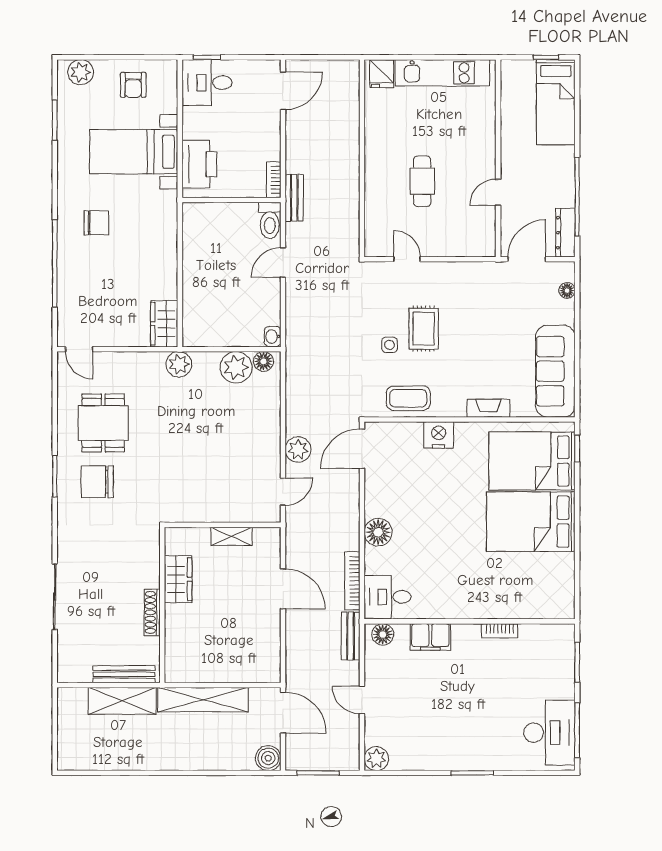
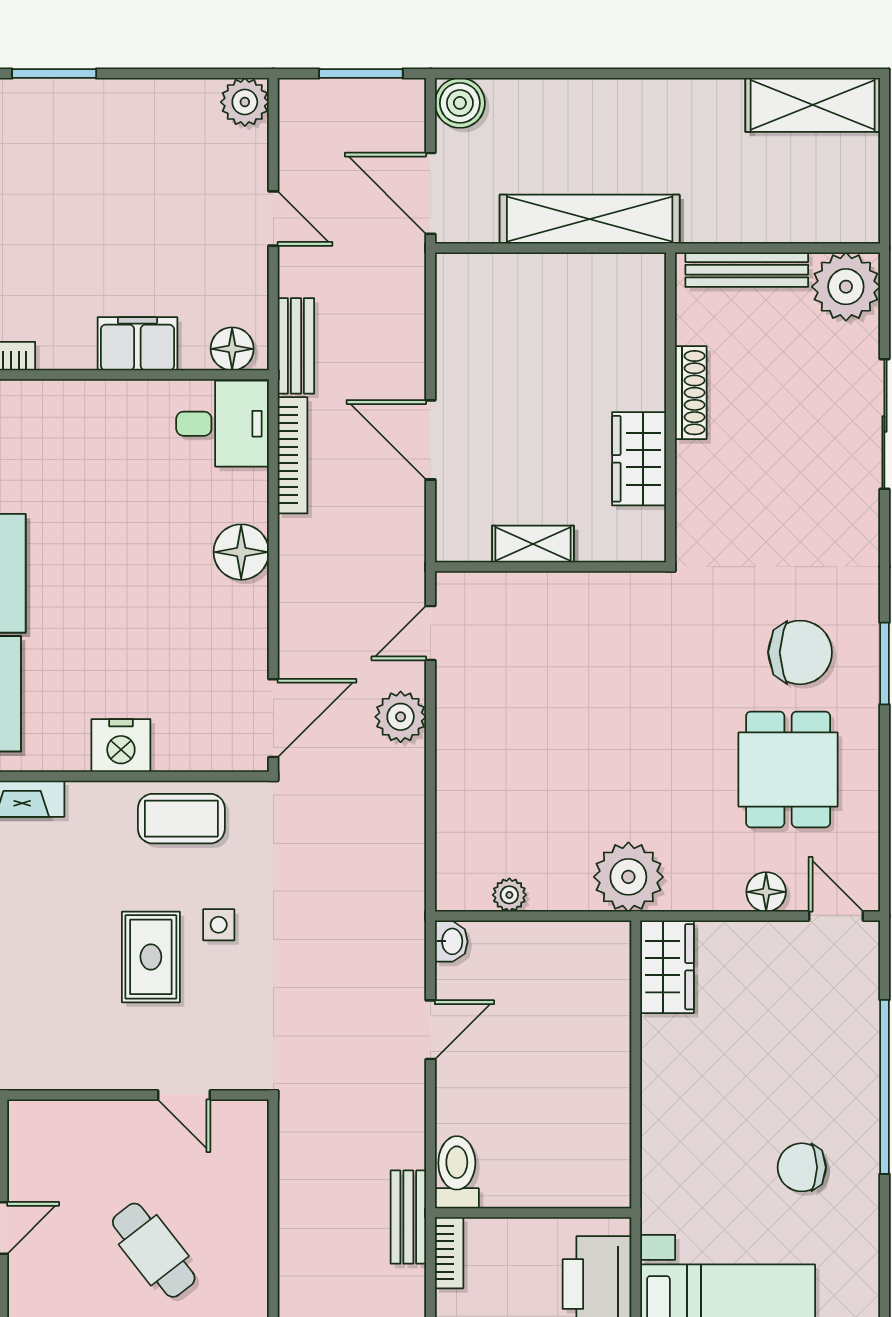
cafe table: (422, 181) -> (154, 1250), turned -38
door: (283, 263) -> (430, 1030), moved
floor lamp: (263, 361) -> (766, 892), moved
plant: (179, 364) -> (628, 877), width x1.36, depth x1.36
plant: (236, 367) -> (509, 895), width x0.53, depth x0.53
plant: (74, 666) -> (846, 287), added
shelving: (122, 701) -> (813, 105), moved

